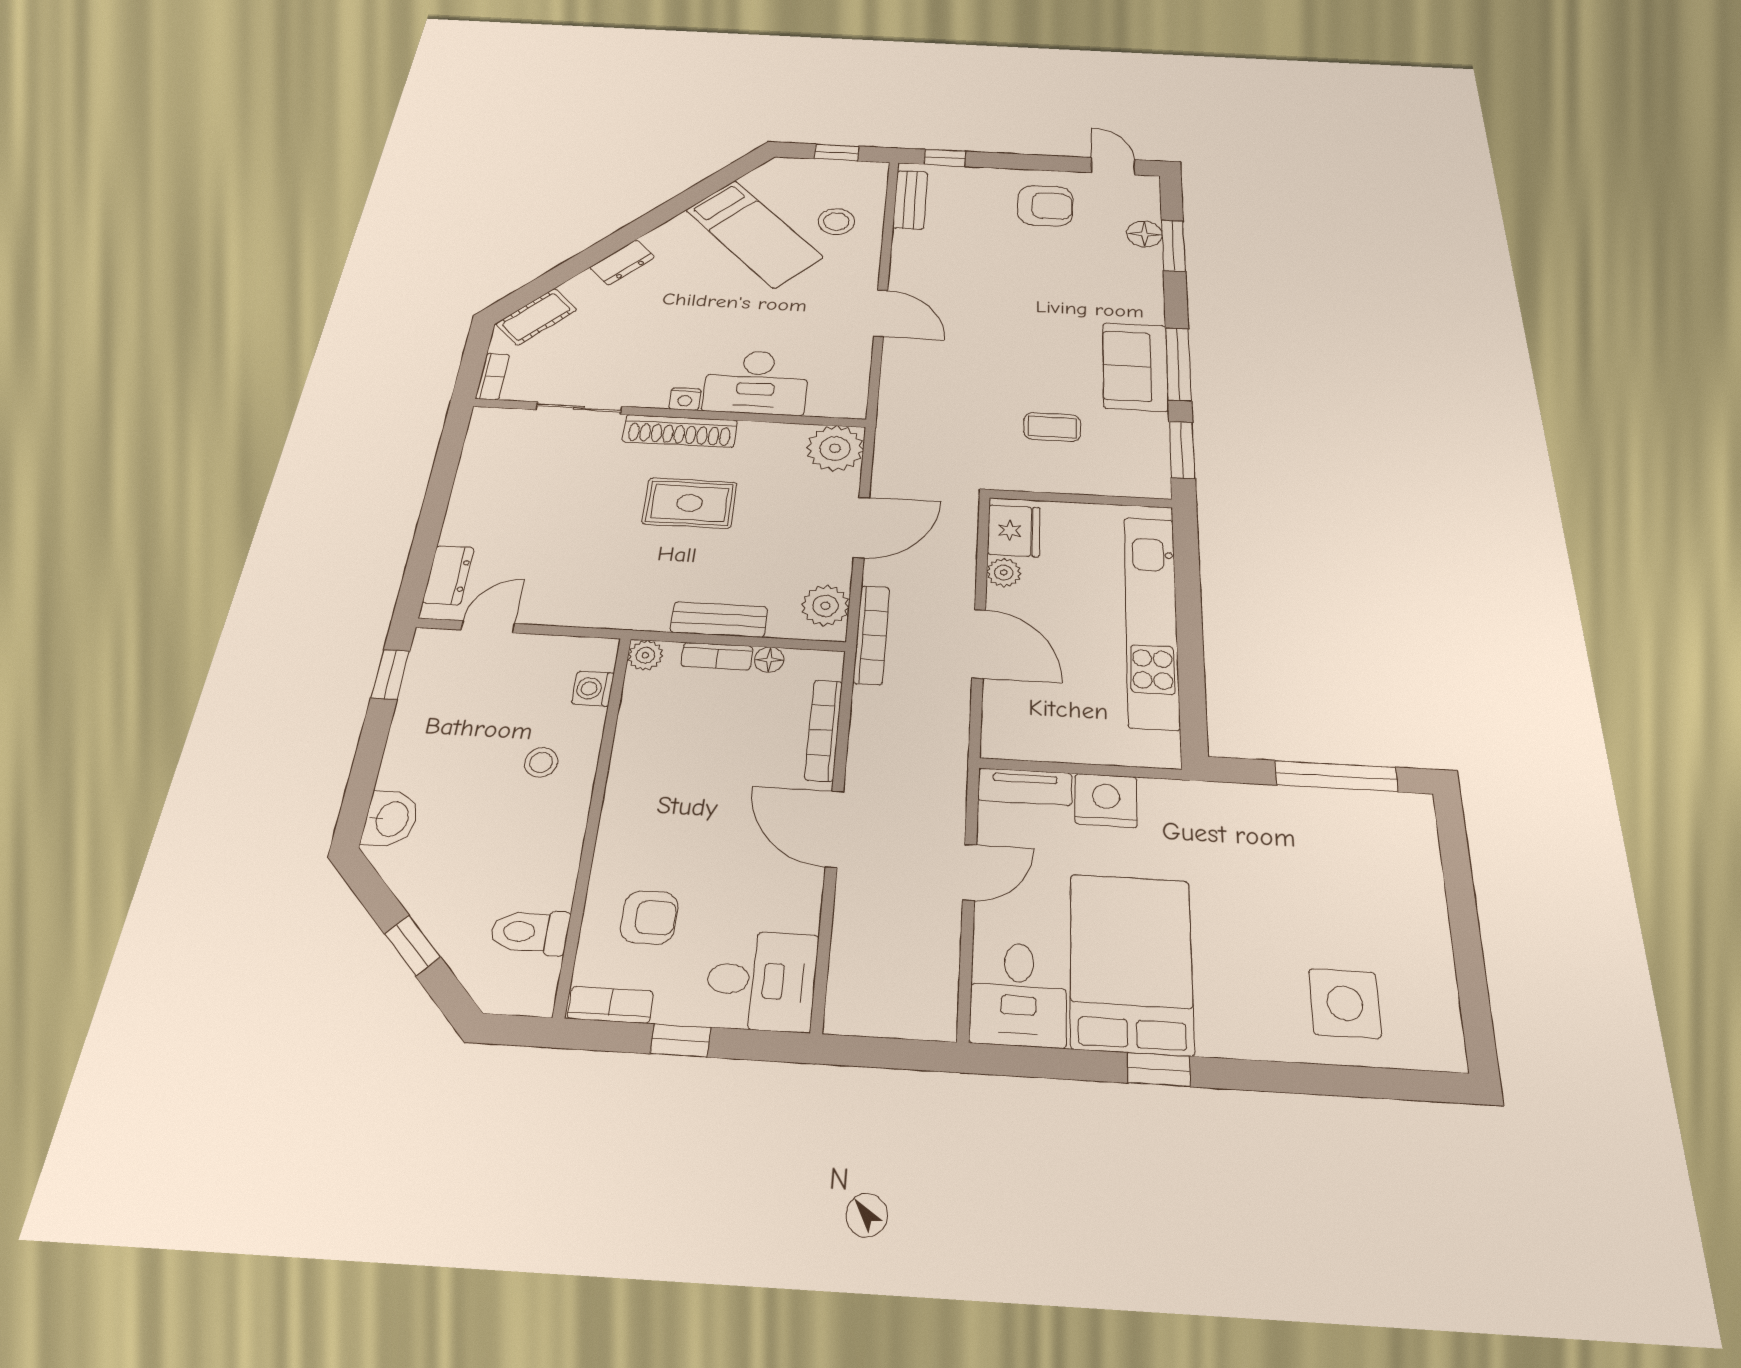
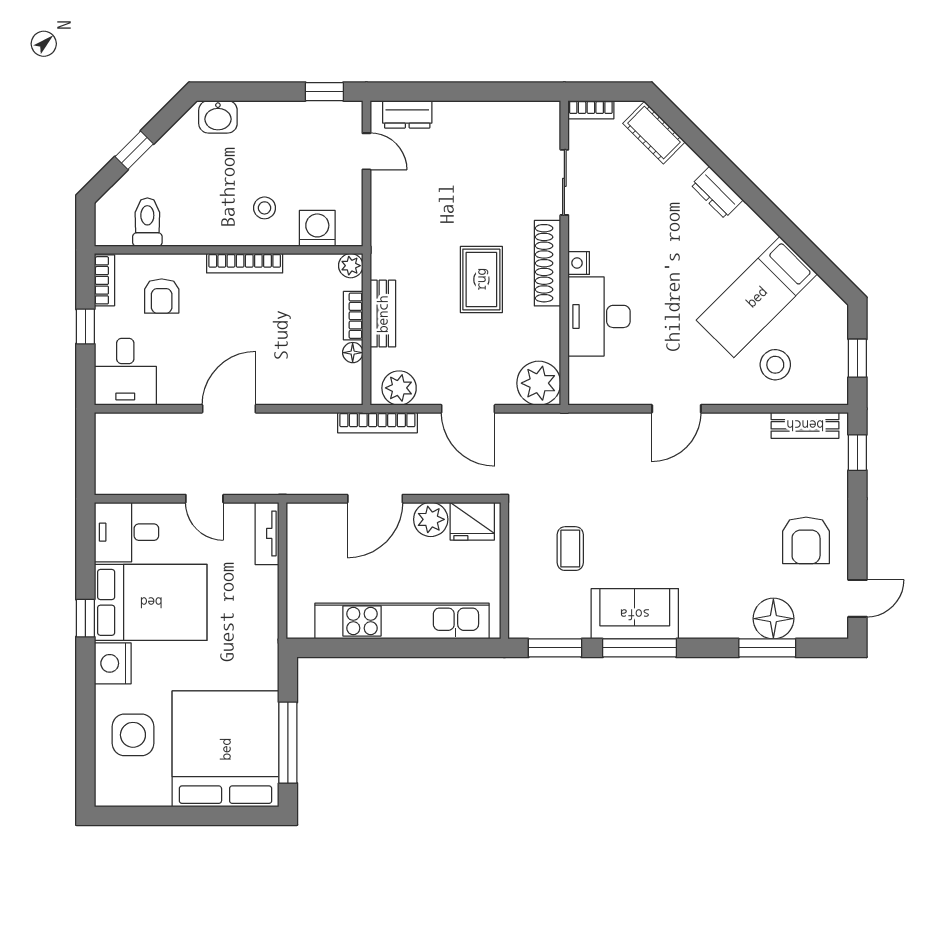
floor lamp: (1145, 234) -> (773, 619), width x1.38, depth x1.38
plant: (1004, 572) -> (431, 519), width x1.38, depth x1.38
washing machine: (593, 689) -> (317, 228), width x1.38, depth x1.38
bookcase: (824, 730) -> (245, 263), moved, turned 180
nightstand: (1106, 800) -> (113, 663), moved, turned 180
bed: (1354, 864) -> (226, 749), added

